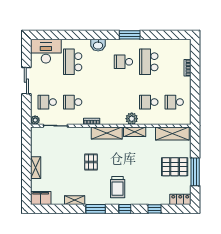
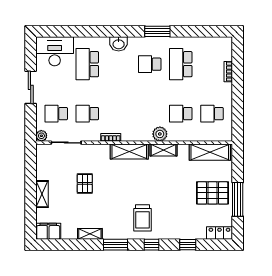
pallet: (91, 162) -> (85, 183), moved

